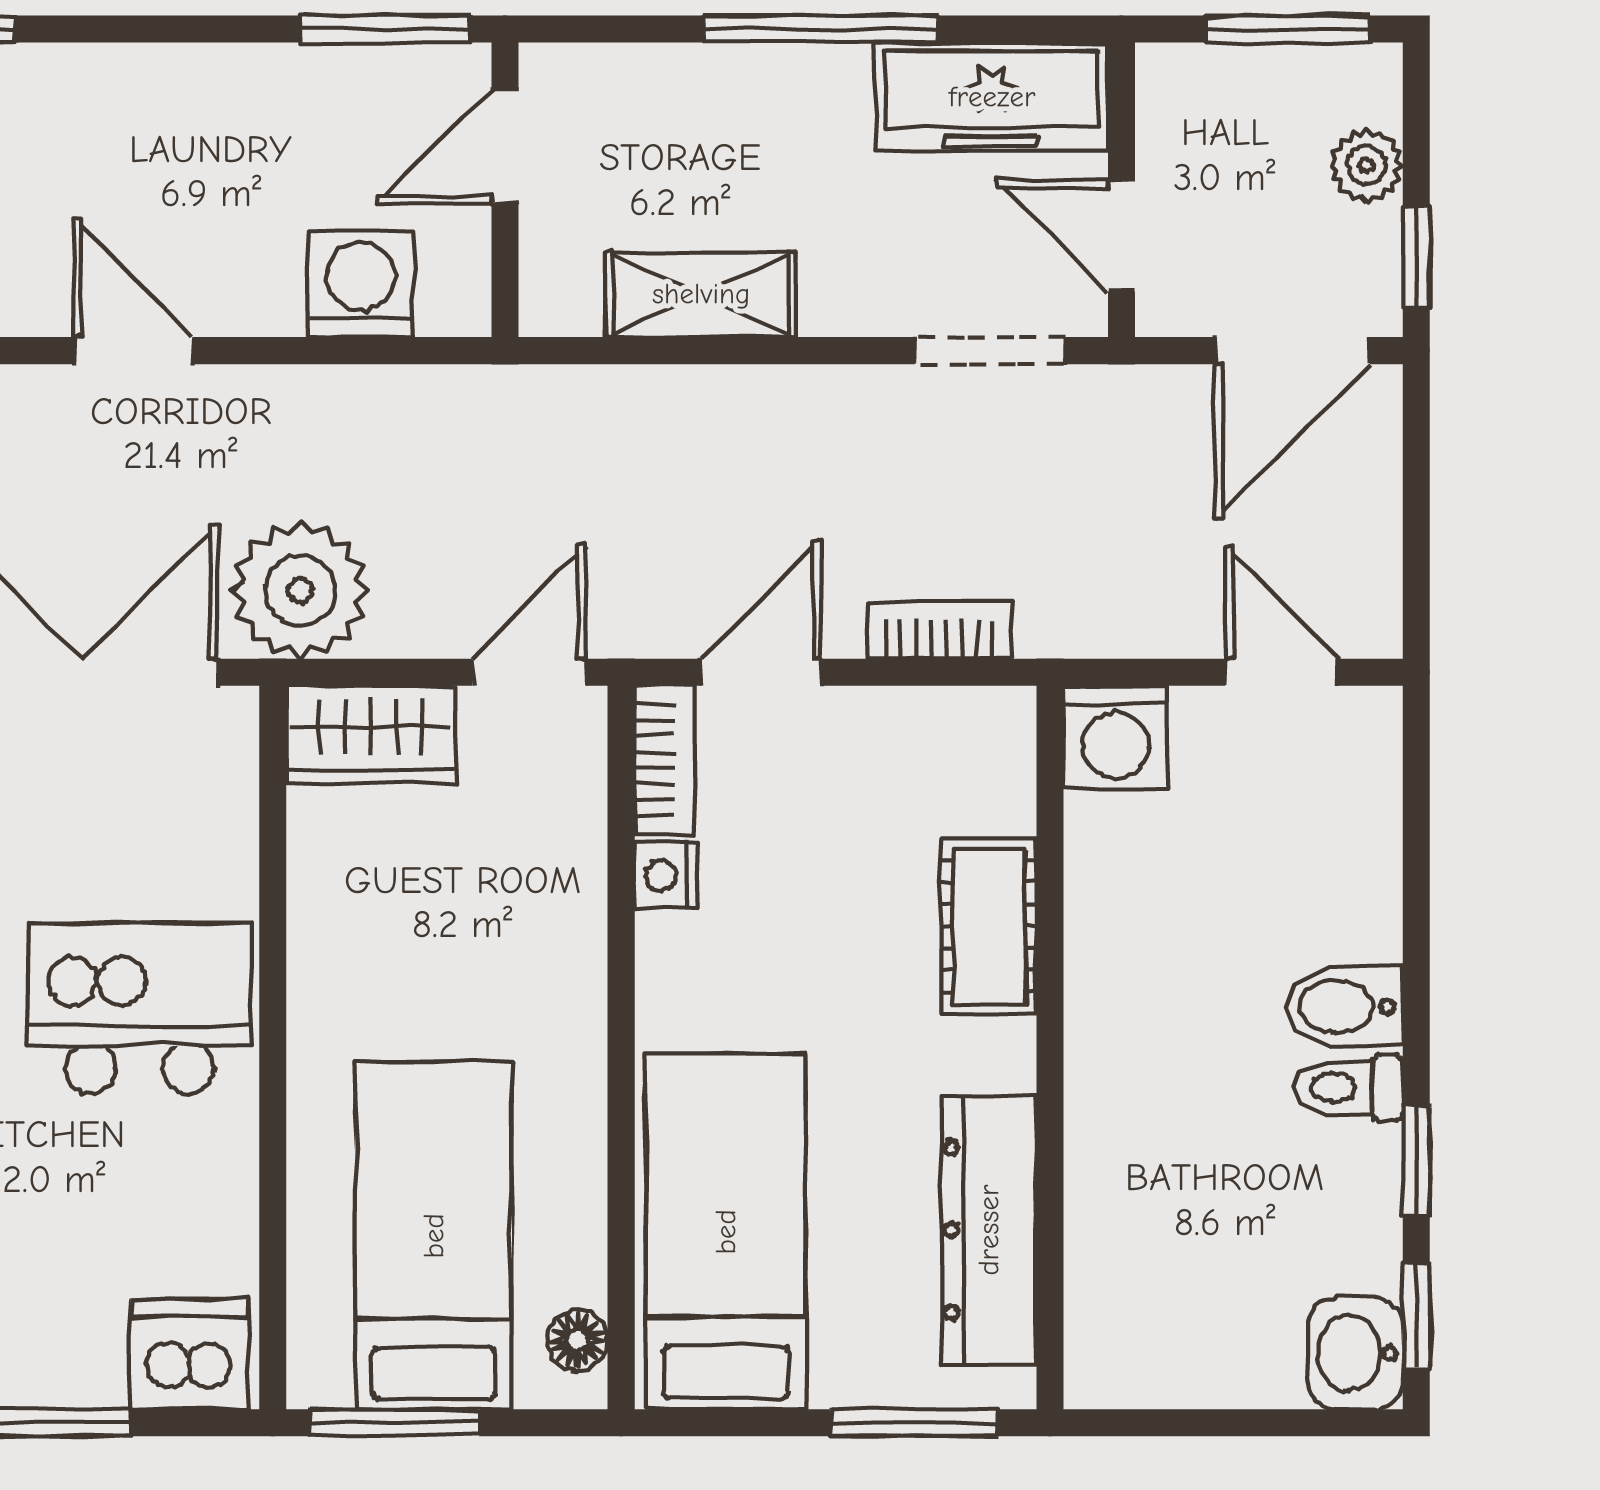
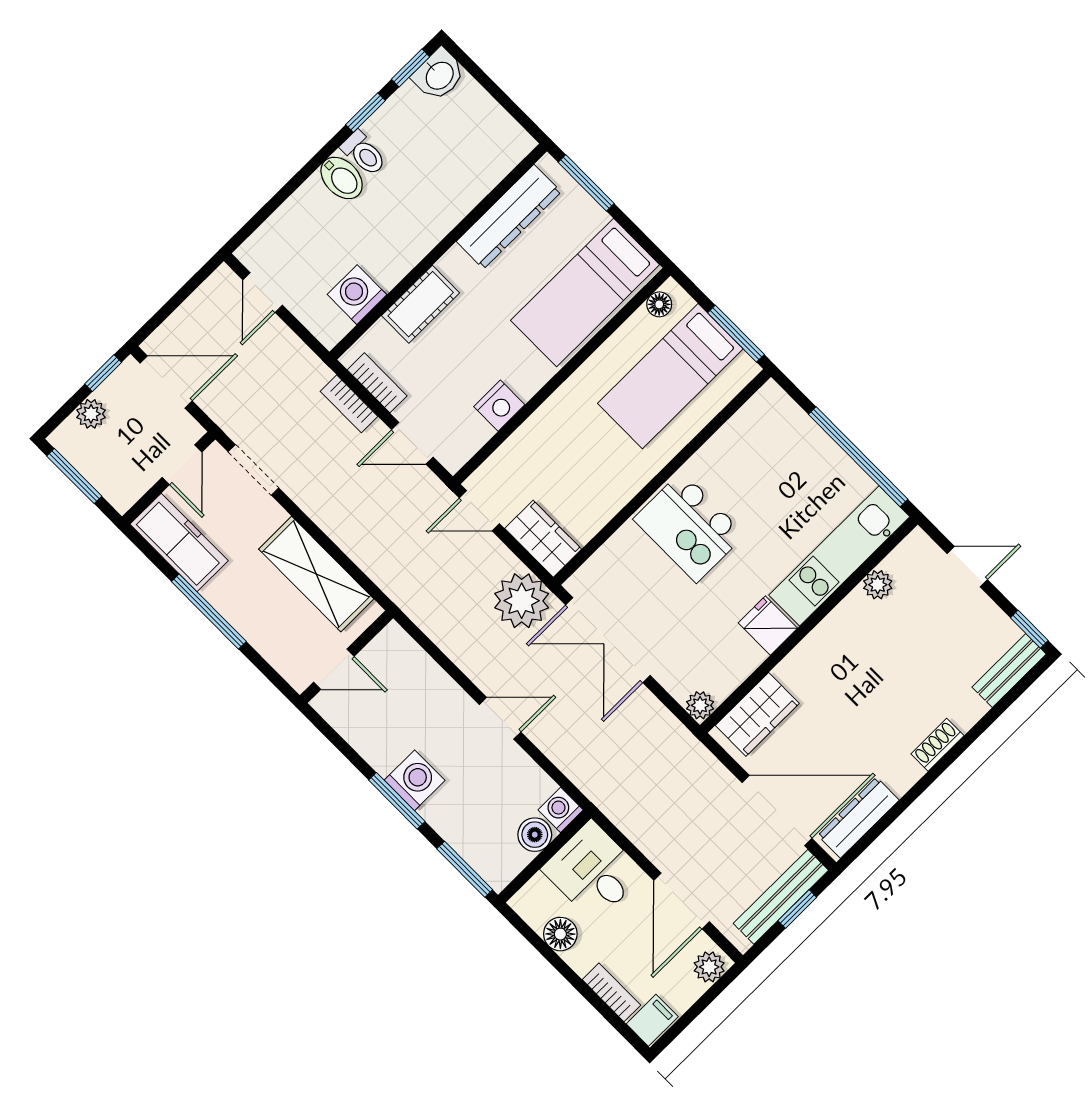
window: (385, 29) -> (397, 801), moved
washing machine: (361, 284) -> (415, 780), moved, turned 180
shelving: (701, 294) -> (316, 574), width x1.50, depth x1.33
door: (133, 351) -> (500, 718), swing flipped
washing machine: (1115, 737) -> (357, 295), moved, turned -90
bookcase: (664, 760) -> (377, 383), moved, turned 90
nightstand: (666, 875) -> (499, 406), width x1.39, depth x1.35
dishwasher: (190, 1354) -> (775, 413), removed

